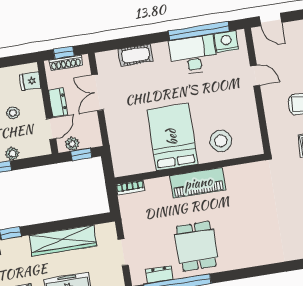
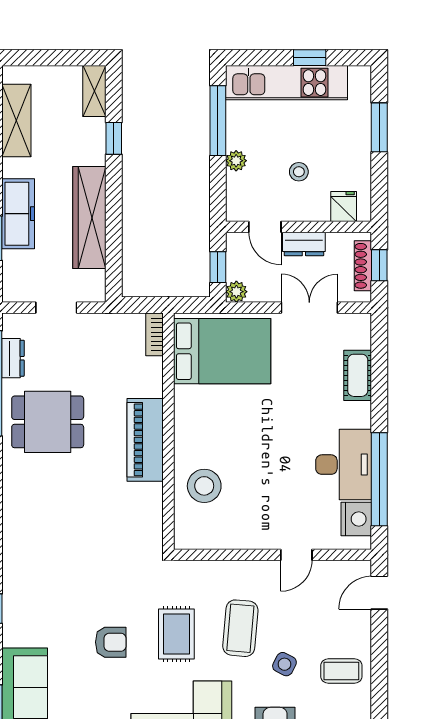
bed: (172, 137) -> (222, 351), moved
plant: (72, 144) -> (236, 292), moved

